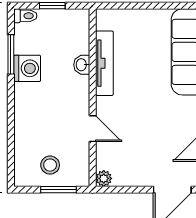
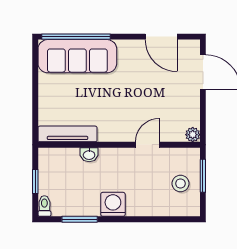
tv unit: (104, 63) -> (67, 134), moved
washing machine: (27, 68) -> (113, 204), moved

